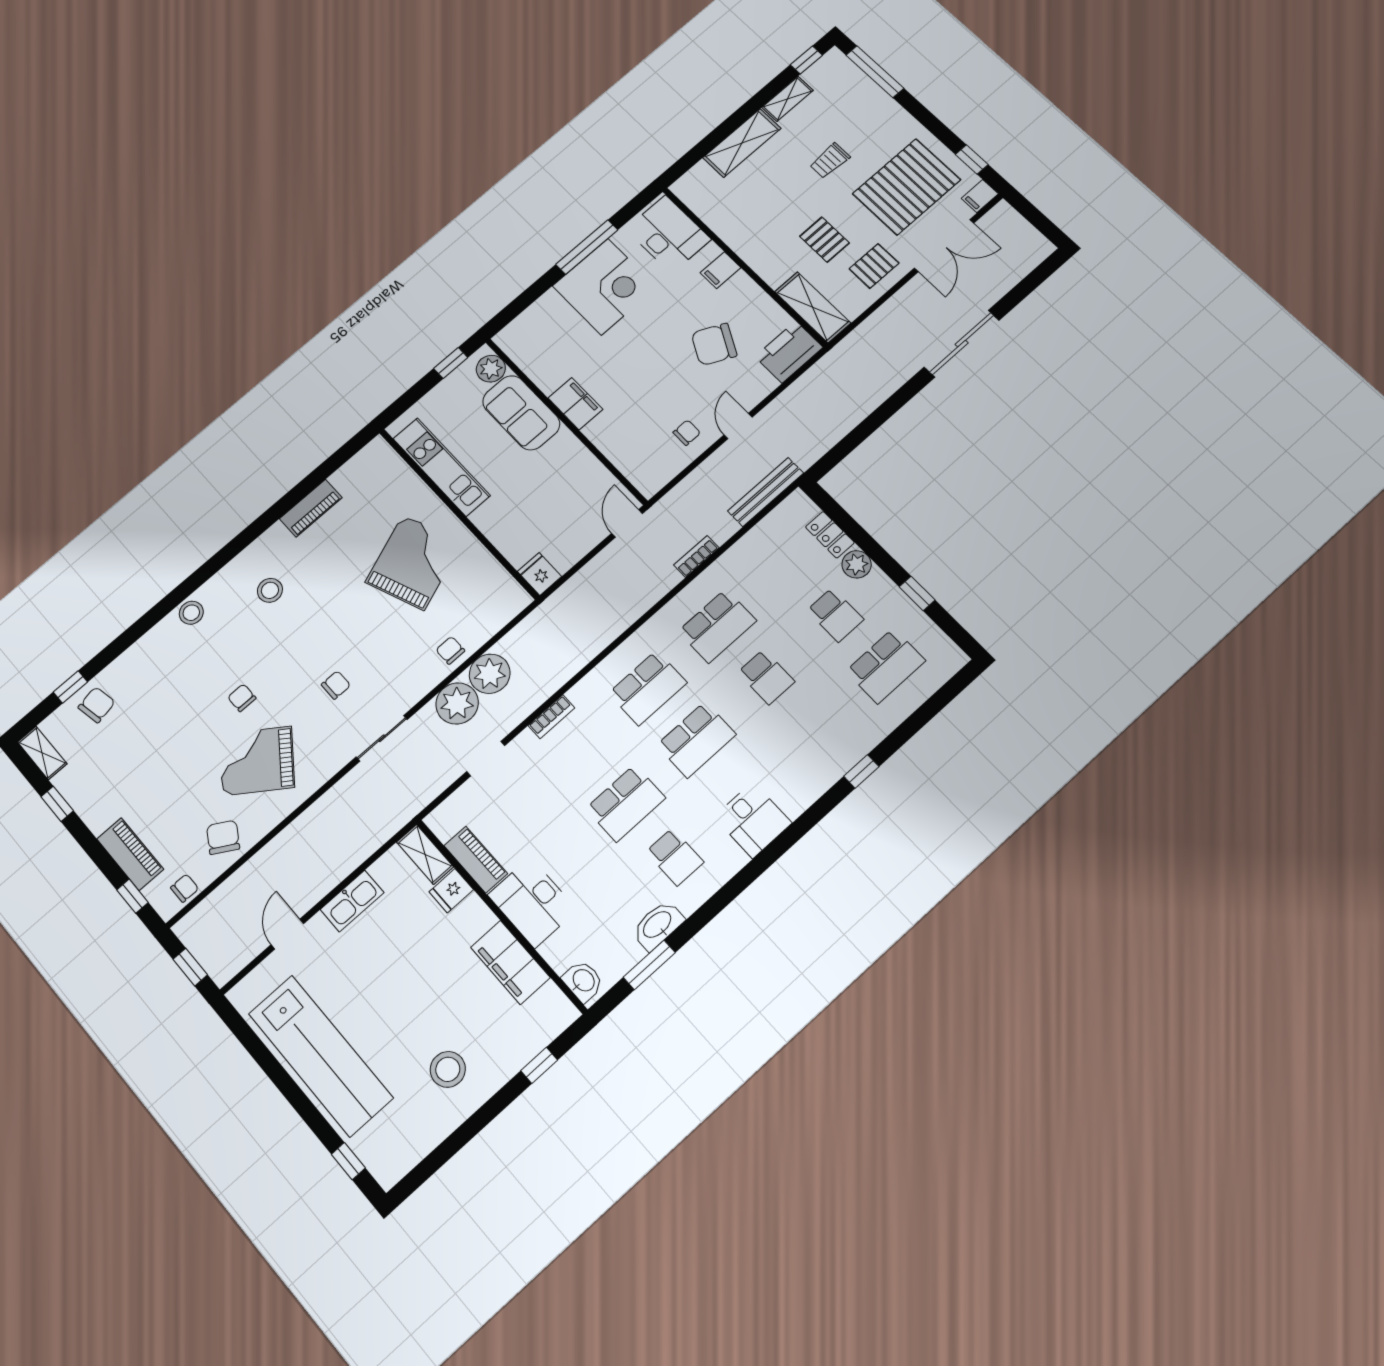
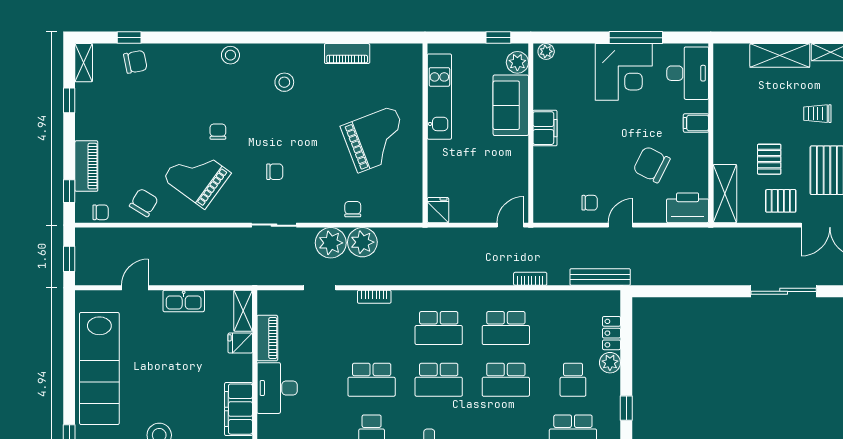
plant: (510, 335) -> (546, 51), added
school desk: (766, 677) -> (506, 380), width x1.85

